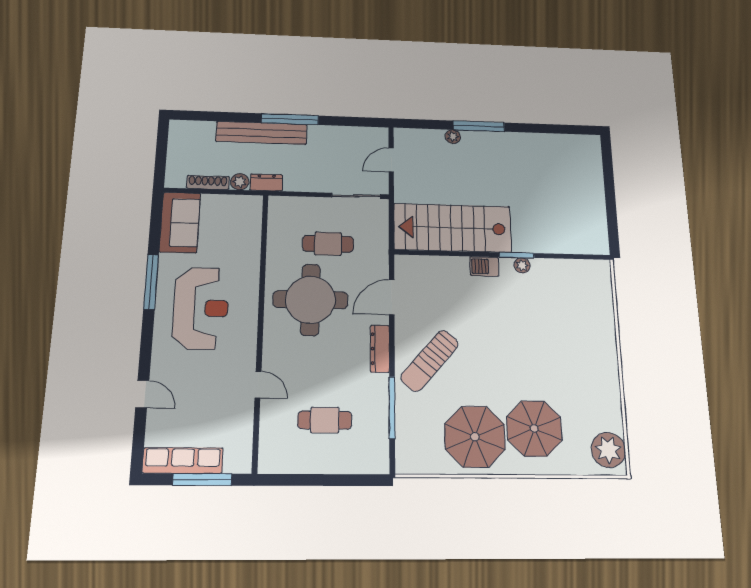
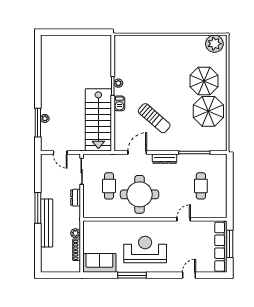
window: (479, 126) -> (38, 123), moved
dresser: (266, 182) -> (76, 198), moved
door: (392, 297) -> (137, 153), swing flipped
sun lounger: (430, 361) -> (154, 118), moved
row of seats: (183, 461) -> (221, 247), width x1.36

